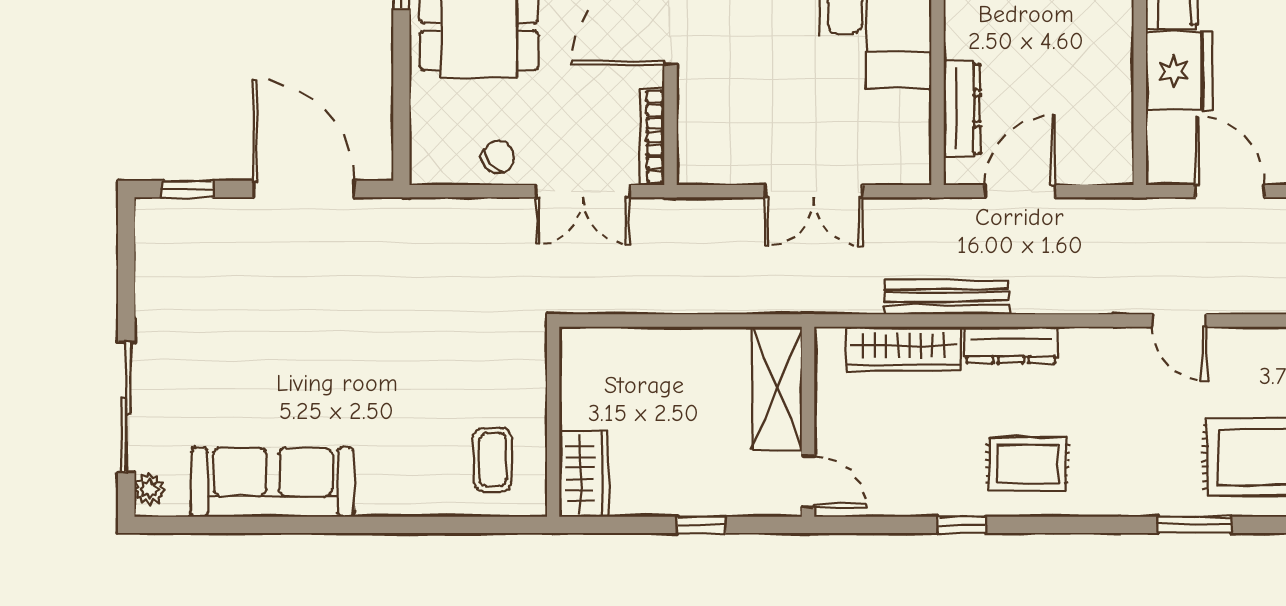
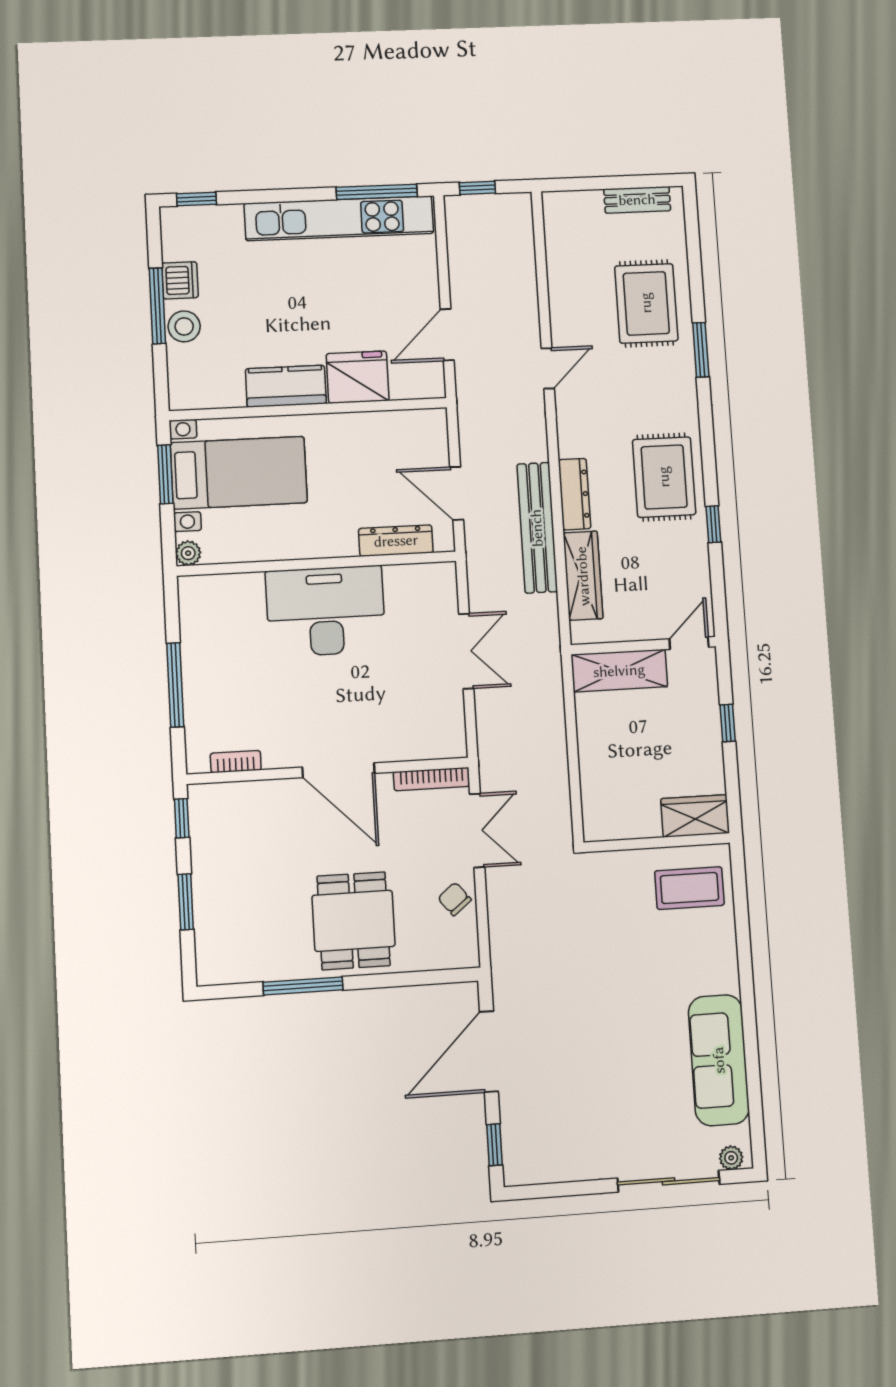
bench: (947, 297) -> (537, 528), width x1.37, depth x1.21
coffee table: (493, 460) -> (689, 888), width x1.36, depth x1.30
rug: (1027, 464) -> (664, 477), width x1.36, depth x1.43

